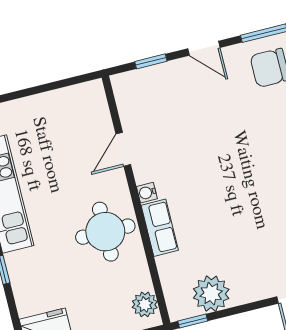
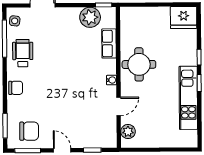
row of seats: (160, 228) -> (109, 43), moved
plant: (145, 304) -> (128, 132), moved

